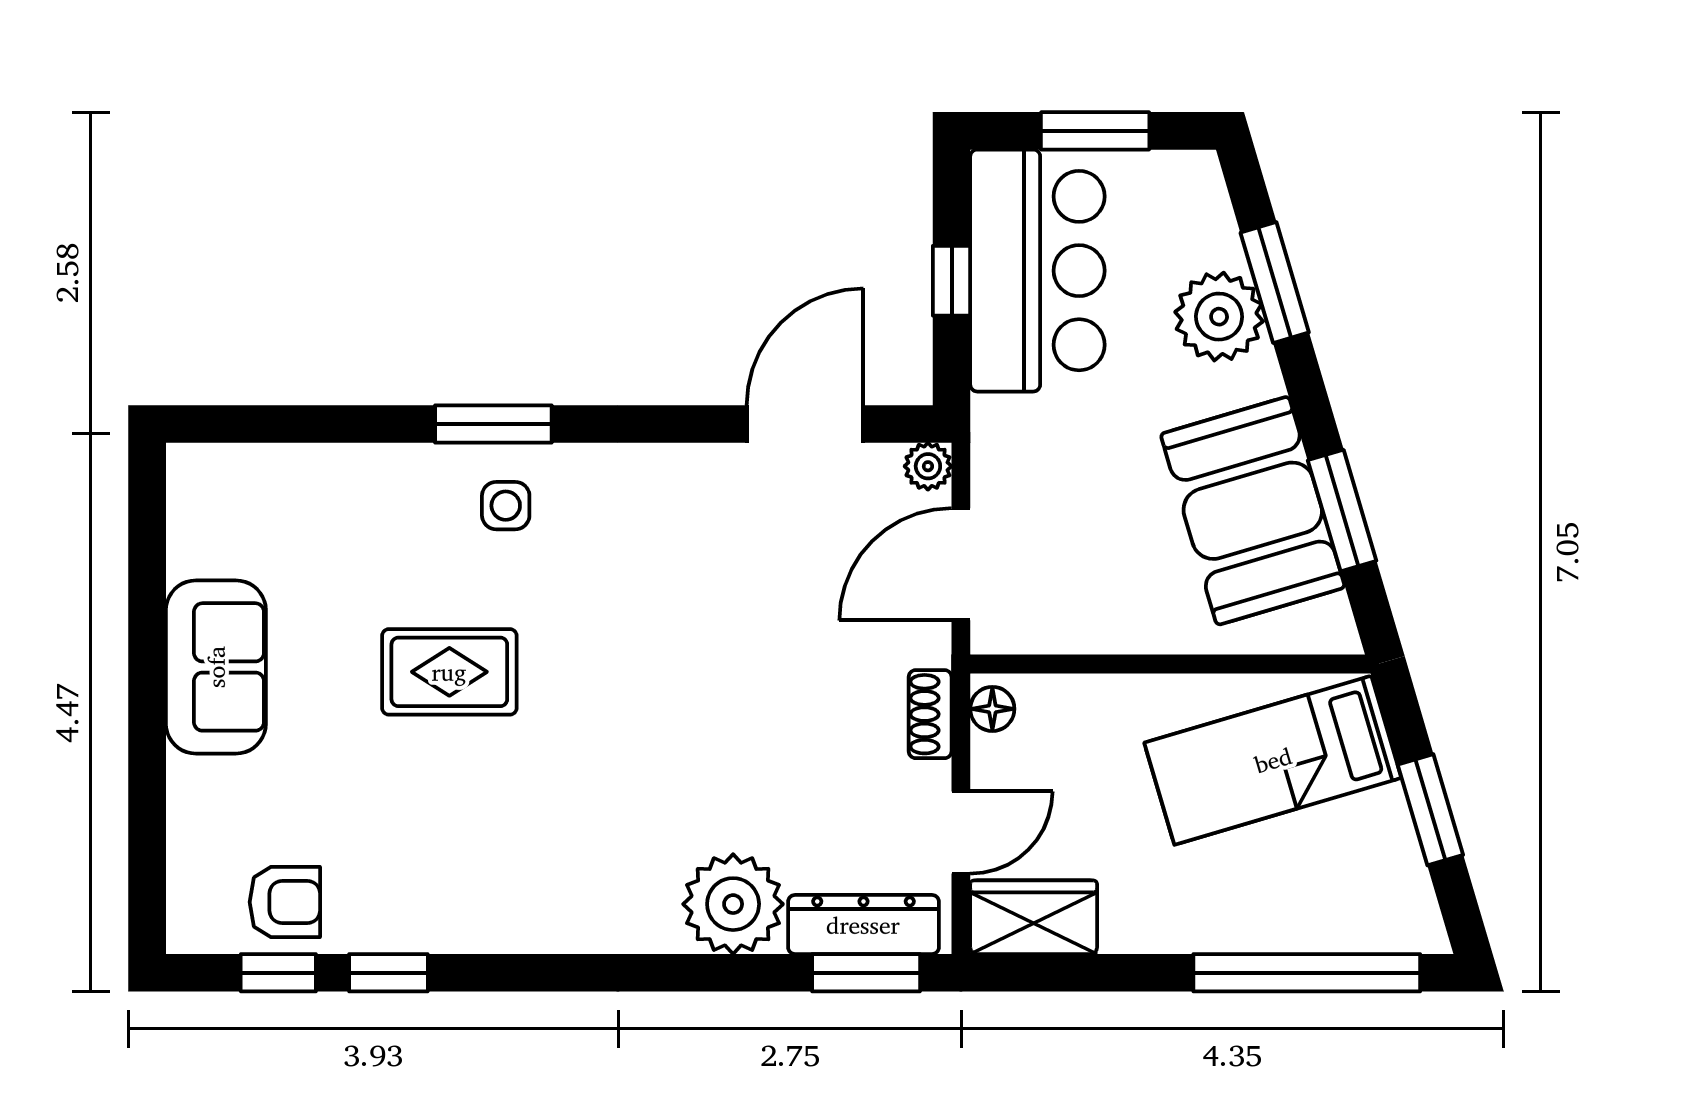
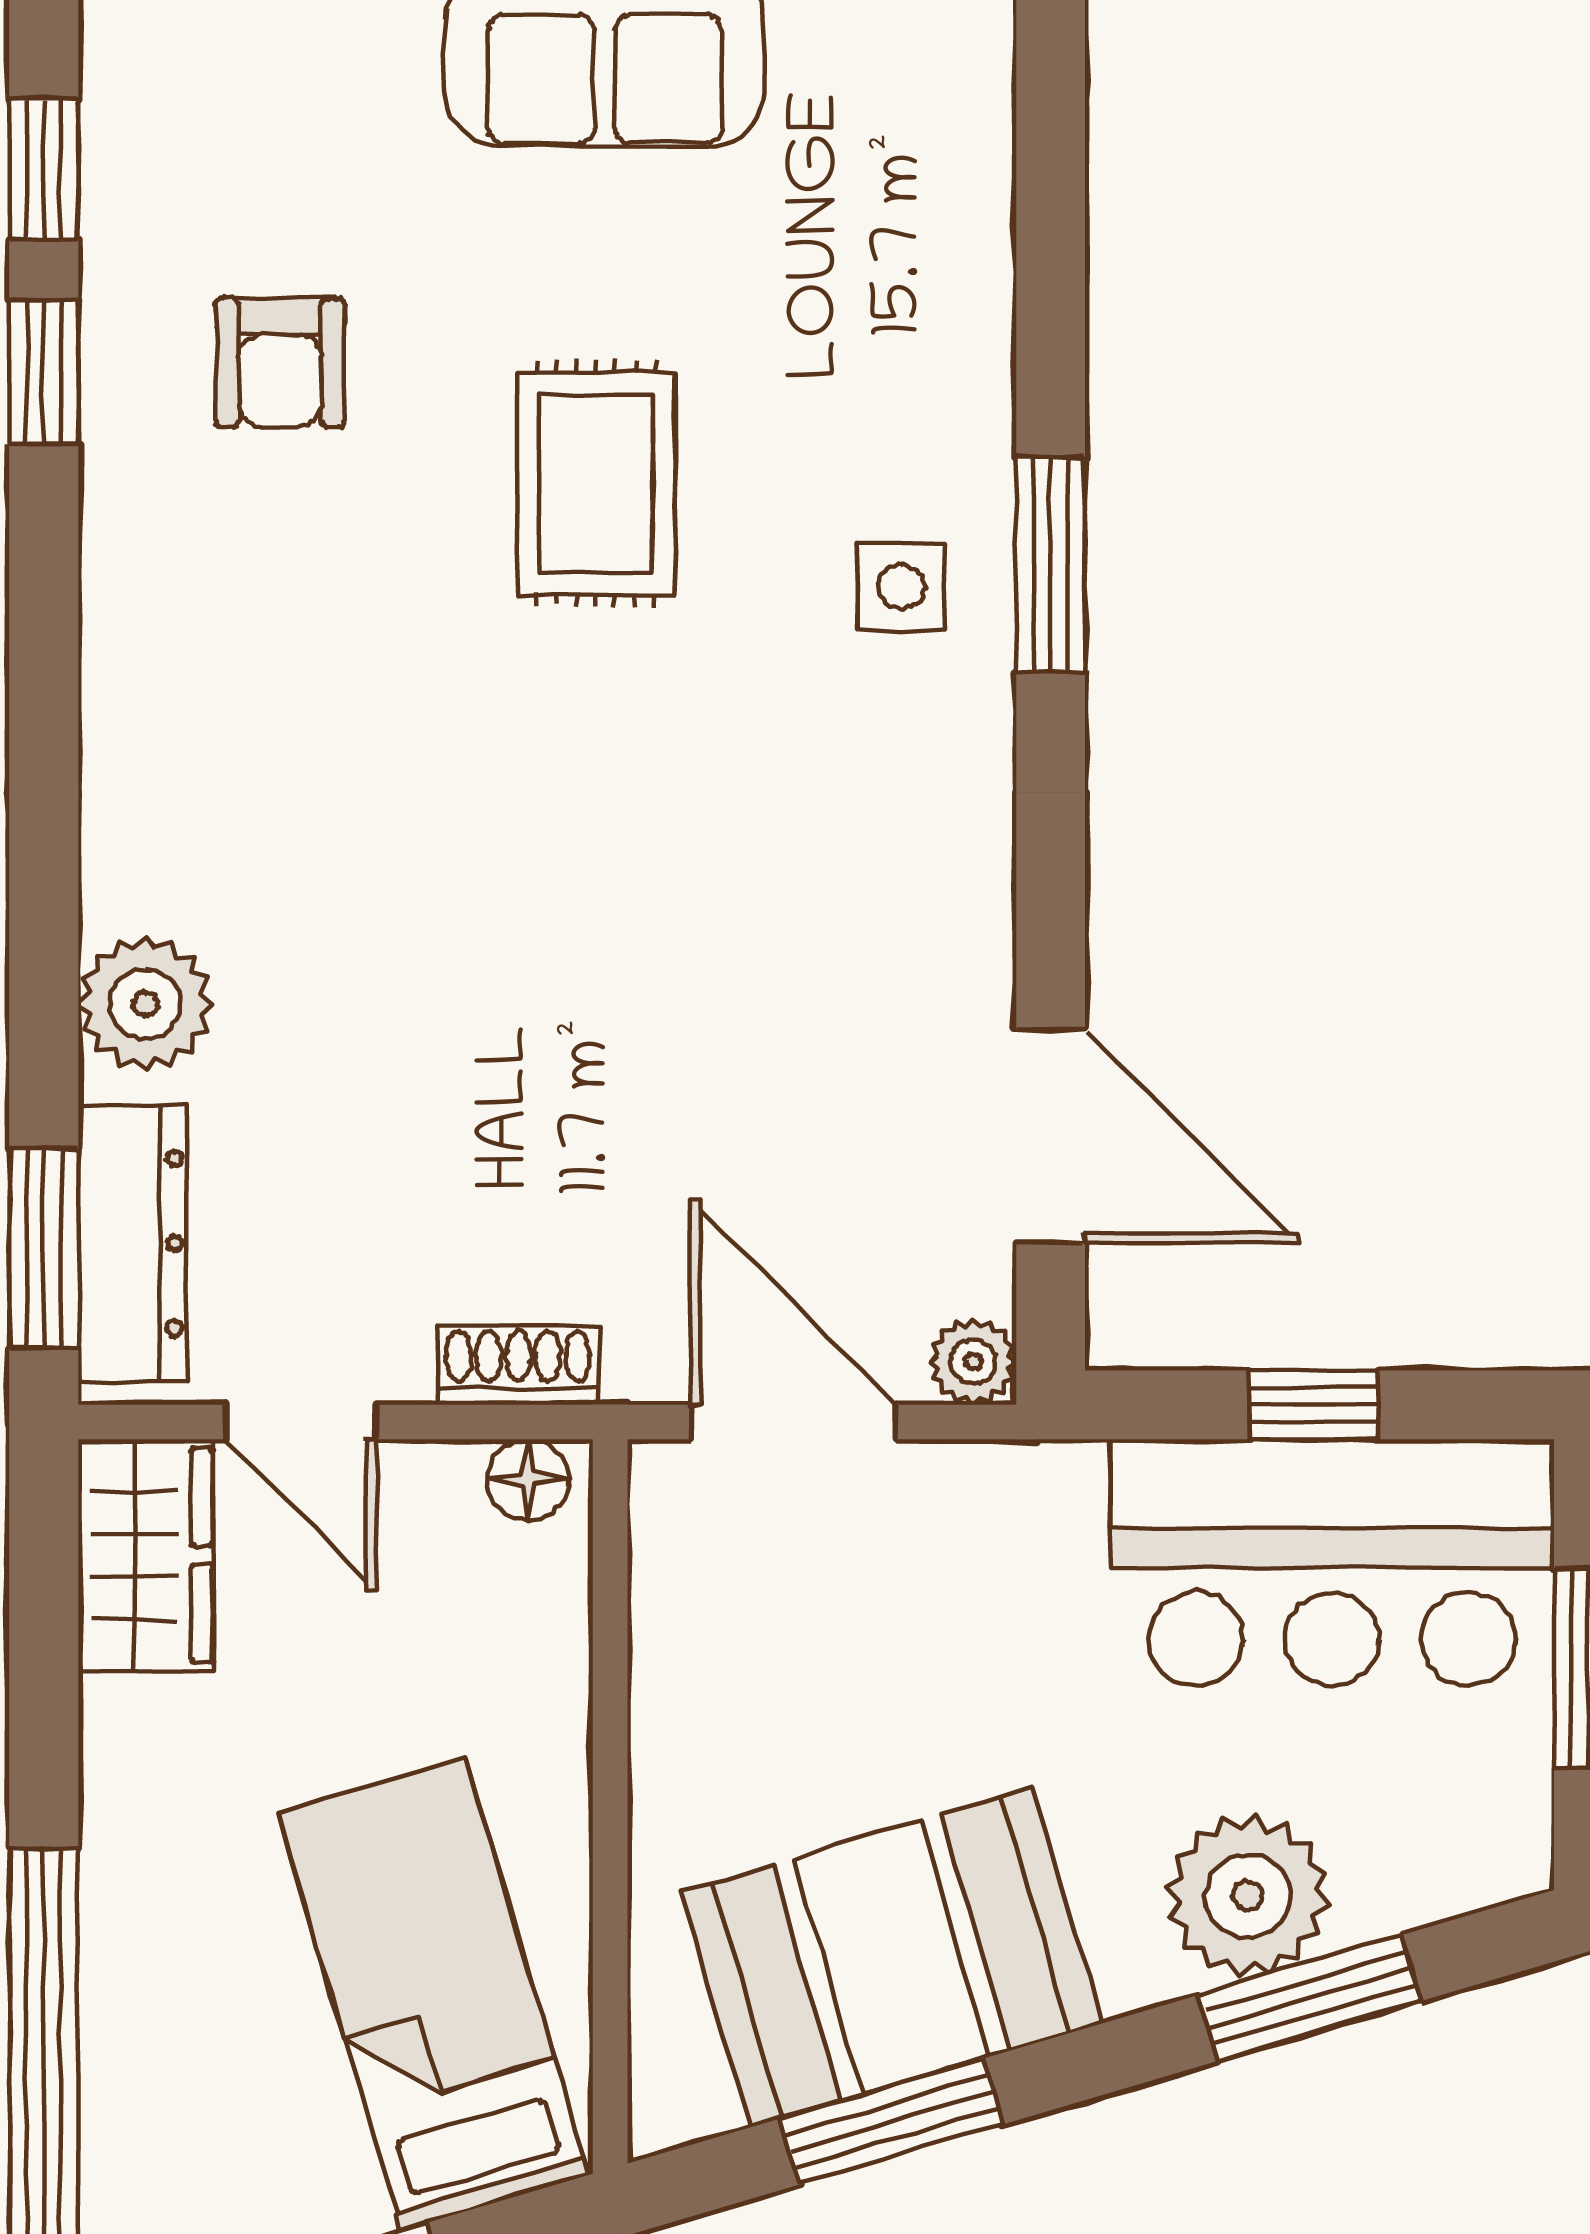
armchair: (285, 902) -> (280, 363), moved
plant: (733, 904) -> (145, 1004), width x0.73, depth x0.73

